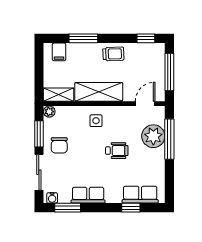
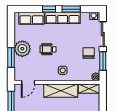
plant: (153, 136) -> (22, 49), moved
window: (169, 139) -> (11, 57), width x0.69
row of seats: (88, 195) -> (63, 18), width x1.48
window: (68, 208) -> (71, 9), moved
window: (131, 208) -> (49, 9), moved

